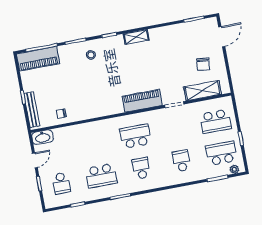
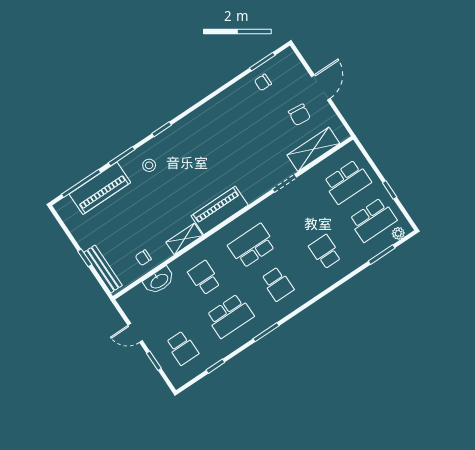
chair: (188, 33) -> (263, 82), added
shelving: (136, 37) -> (184, 239), moved
door: (222, 37) -> (321, 88), moved
piano: (38, 59) -> (100, 188), moved
piano: (142, 101) -> (220, 210), moved
washbasin: (43, 137) -> (159, 281), moved
school desk: (95, 144) -> (204, 278), added
school desk: (221, 153) -> (373, 220), turned 180
door: (35, 160) -> (135, 333), swing flipped
school desk: (141, 168) -> (277, 284), turned 180

